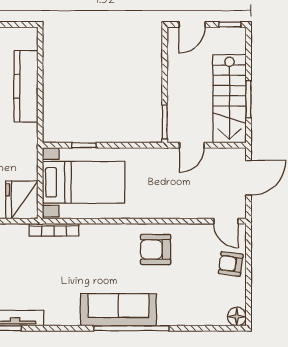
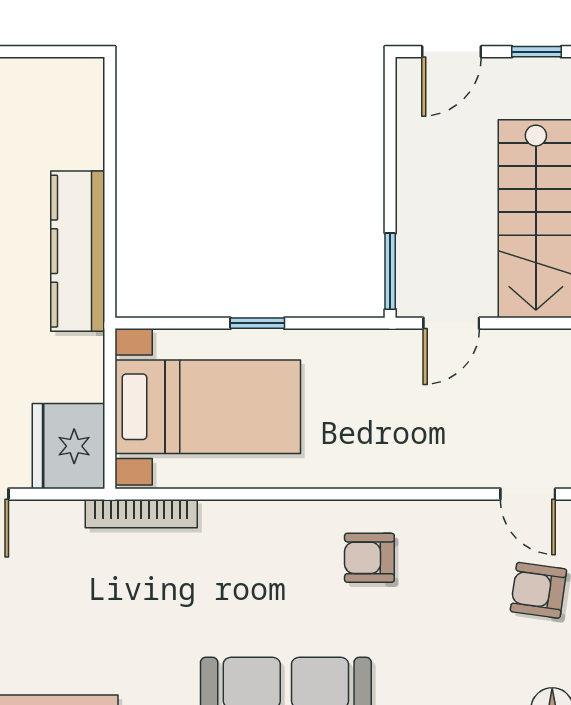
kitchen counter: (26, 86) -> (78, 251), moved
window: (84, 145) -> (257, 323), moved
armchair: (156, 249) -> (369, 558), width x0.72, depth x0.72

